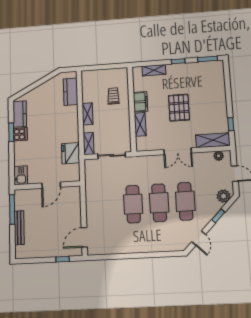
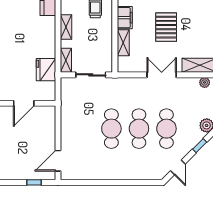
double door: (178, 151) -> (162, 75), swing flipped

